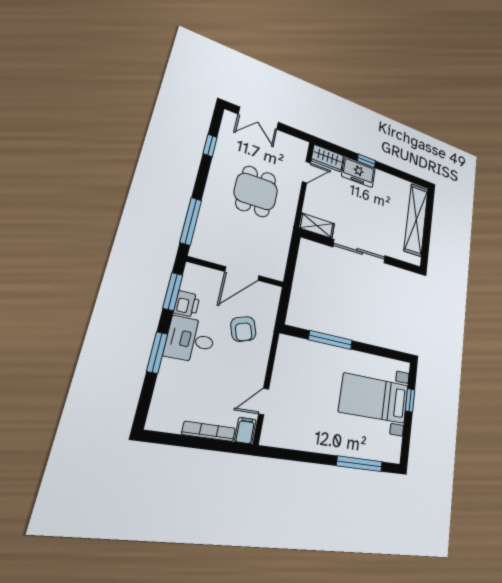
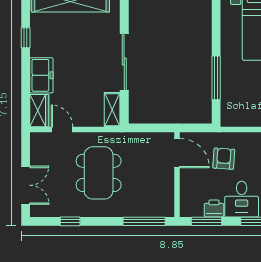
window: (366, 161) -> (26, 38), moved
dining table: (256, 191) -> (99, 173), width x1.37
door: (242, 274) -> (177, 153), moved
armchair: (243, 329) -> (224, 159), turned -68

